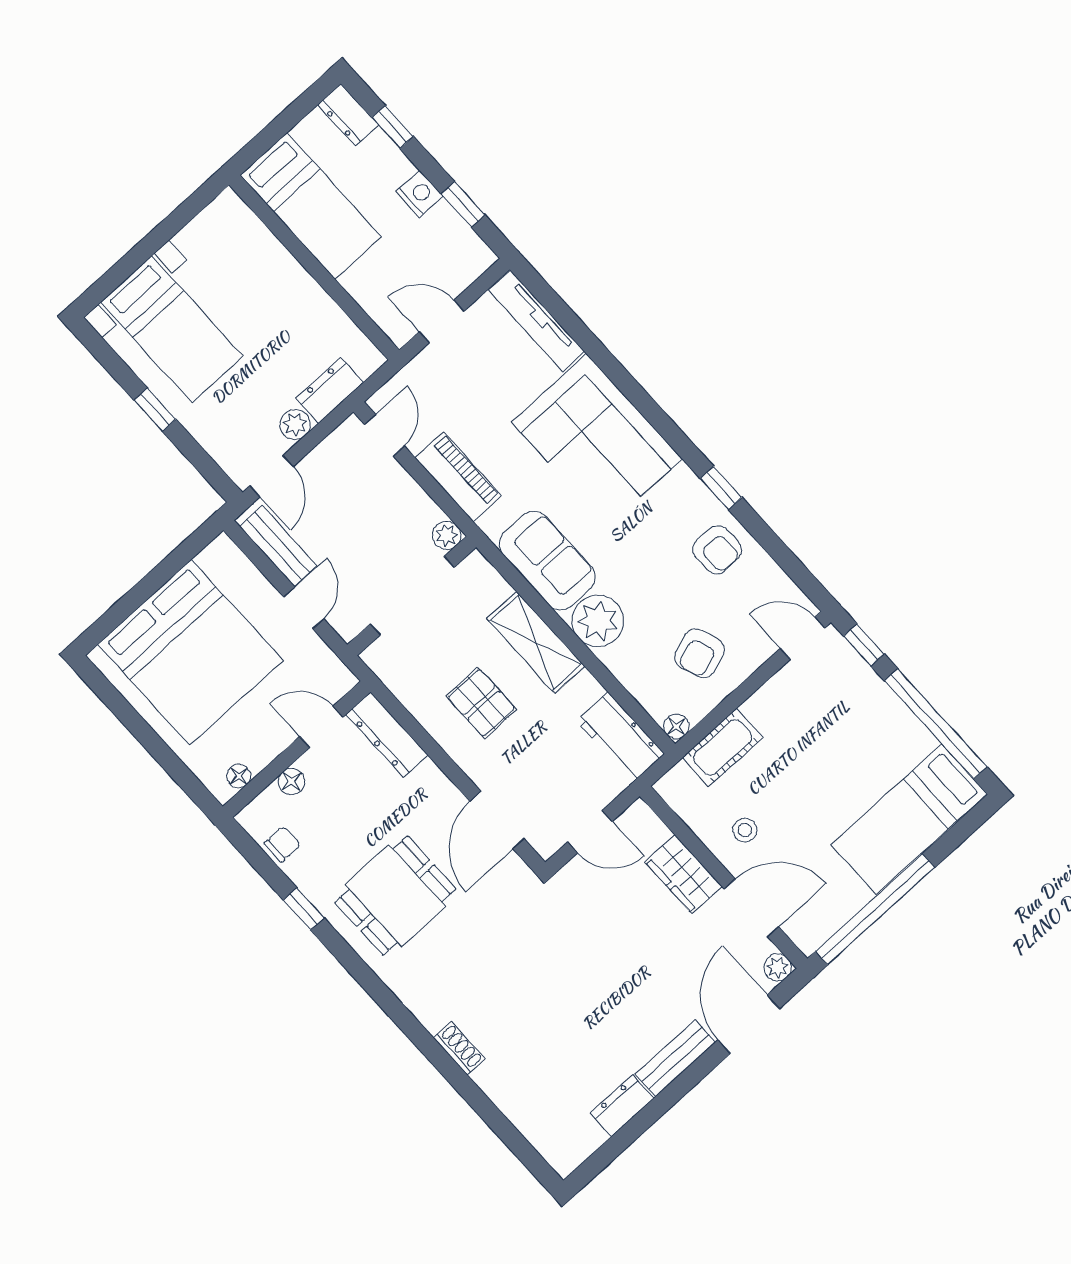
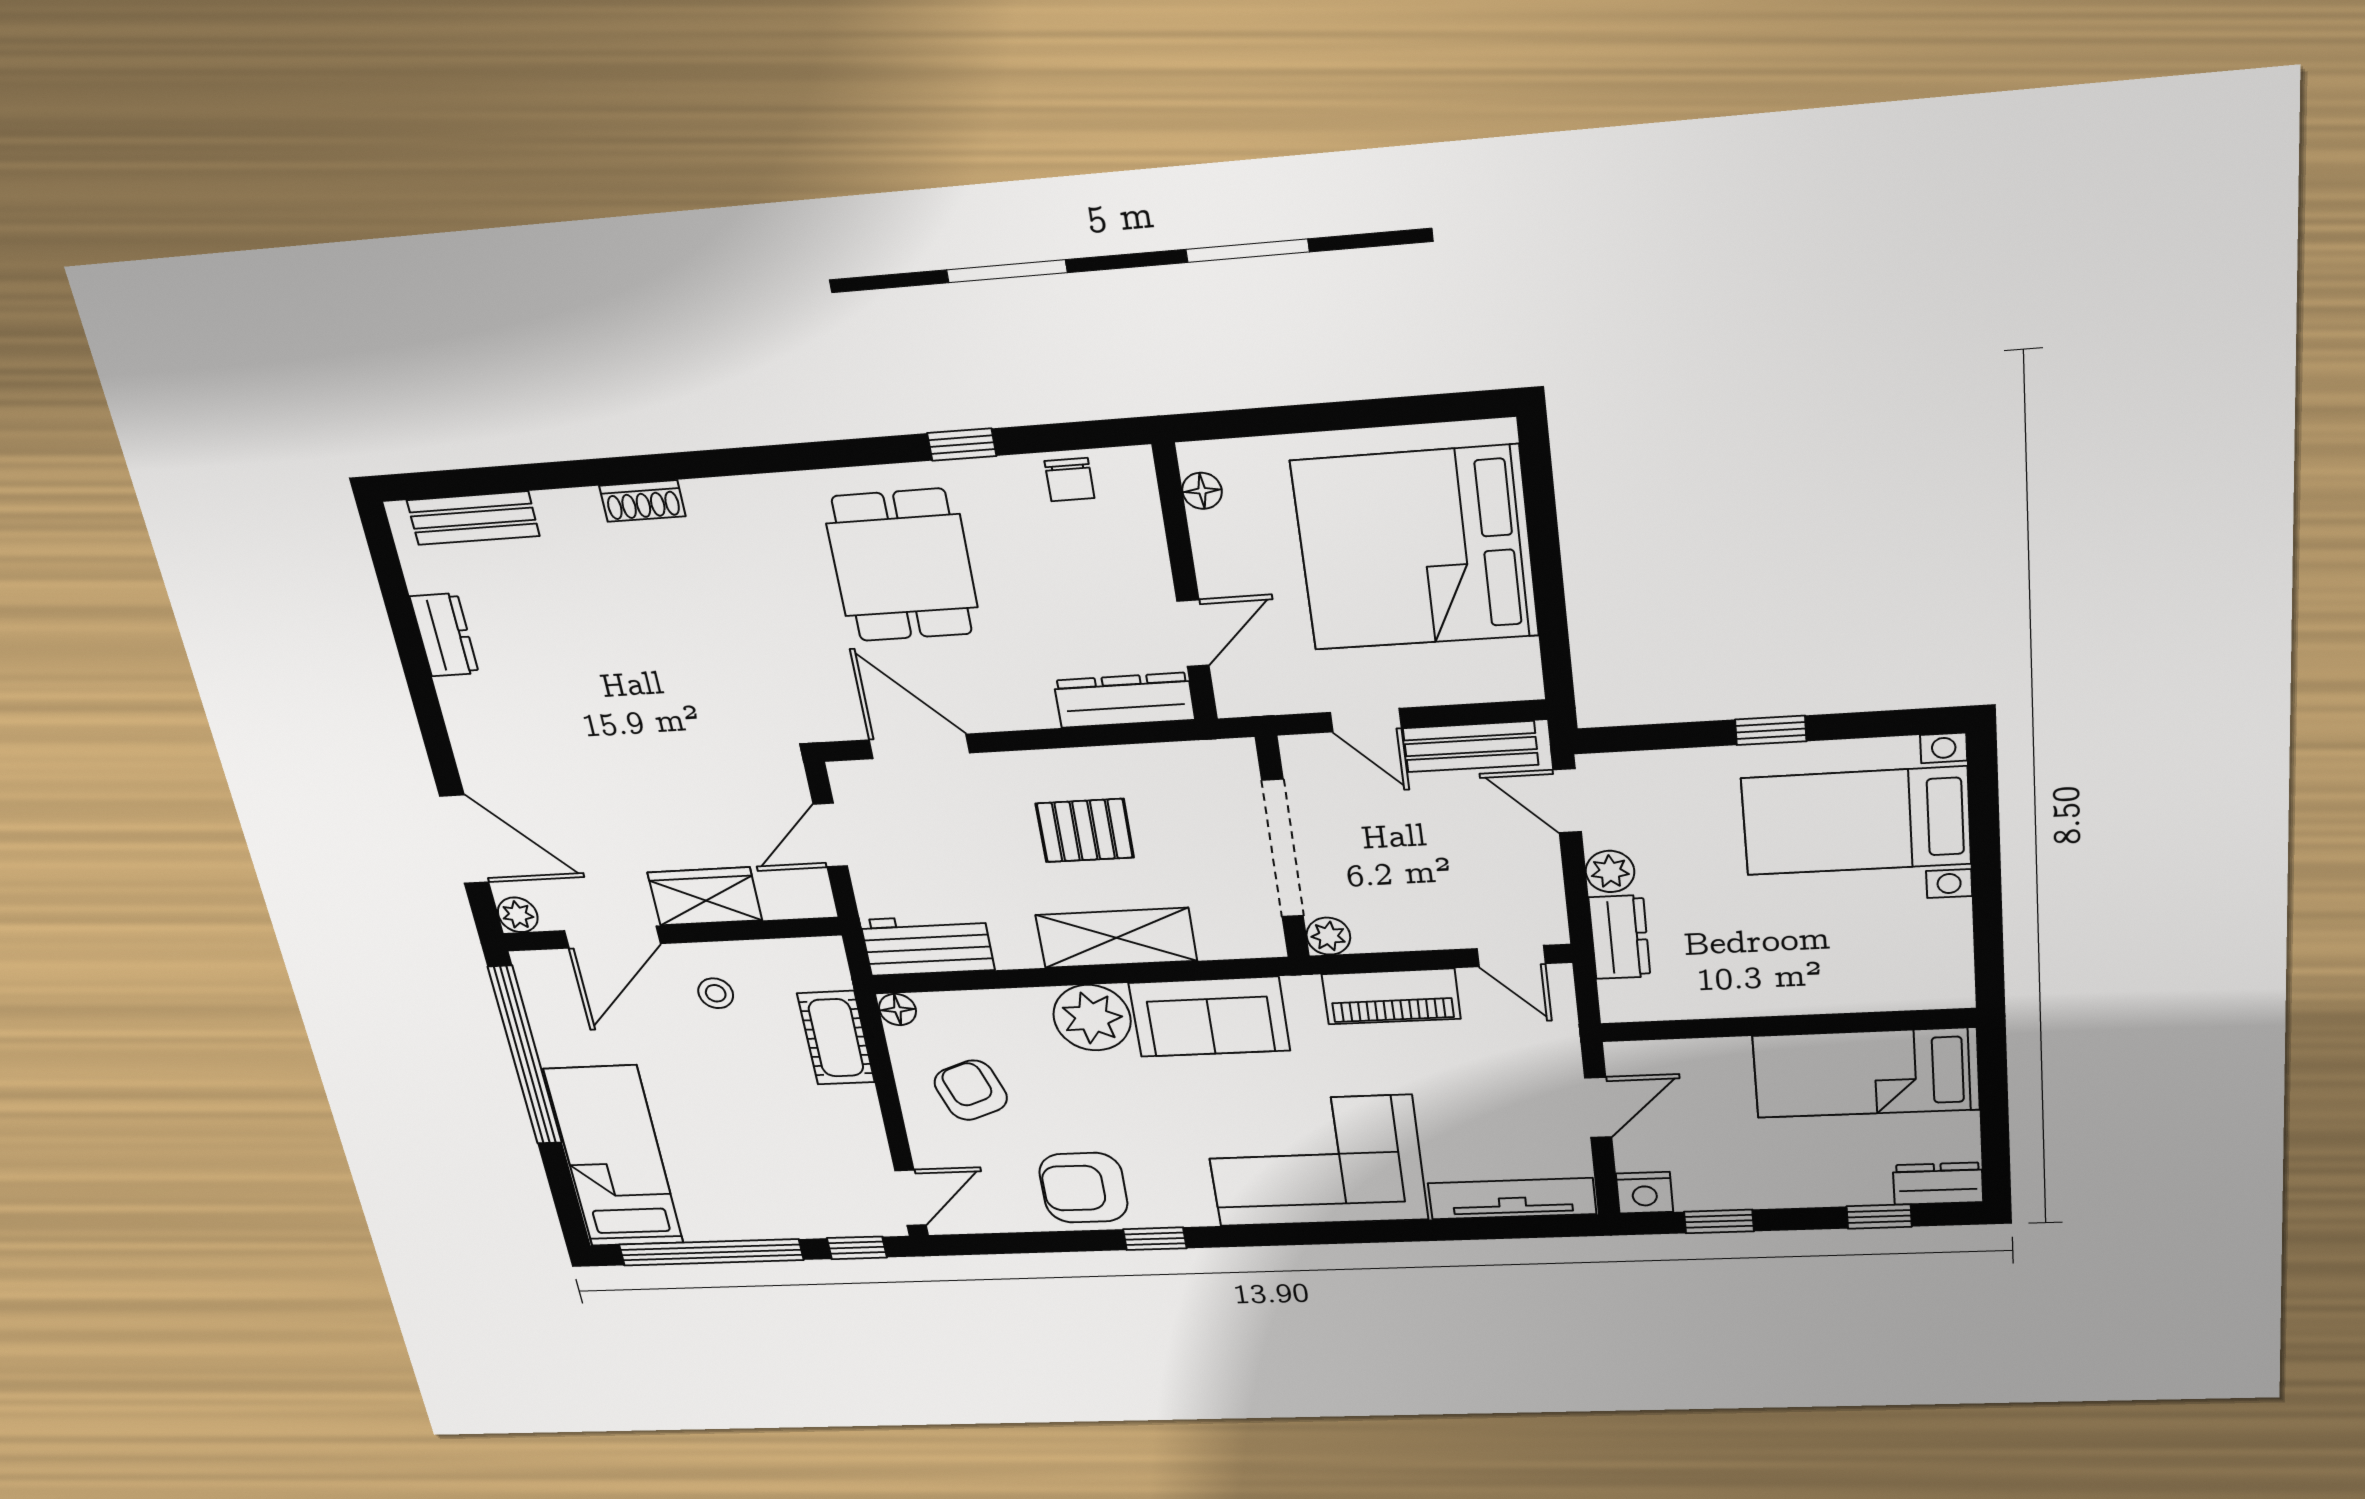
nightstand: (419, 194) -> (1644, 1193), moved
armchair: (717, 550) -> (1083, 1188), width x1.38, depth x1.38
floor lamp: (291, 782) -> (1147, 548), removed
bench: (675, 1058) -> (473, 518), moved, turned 90

